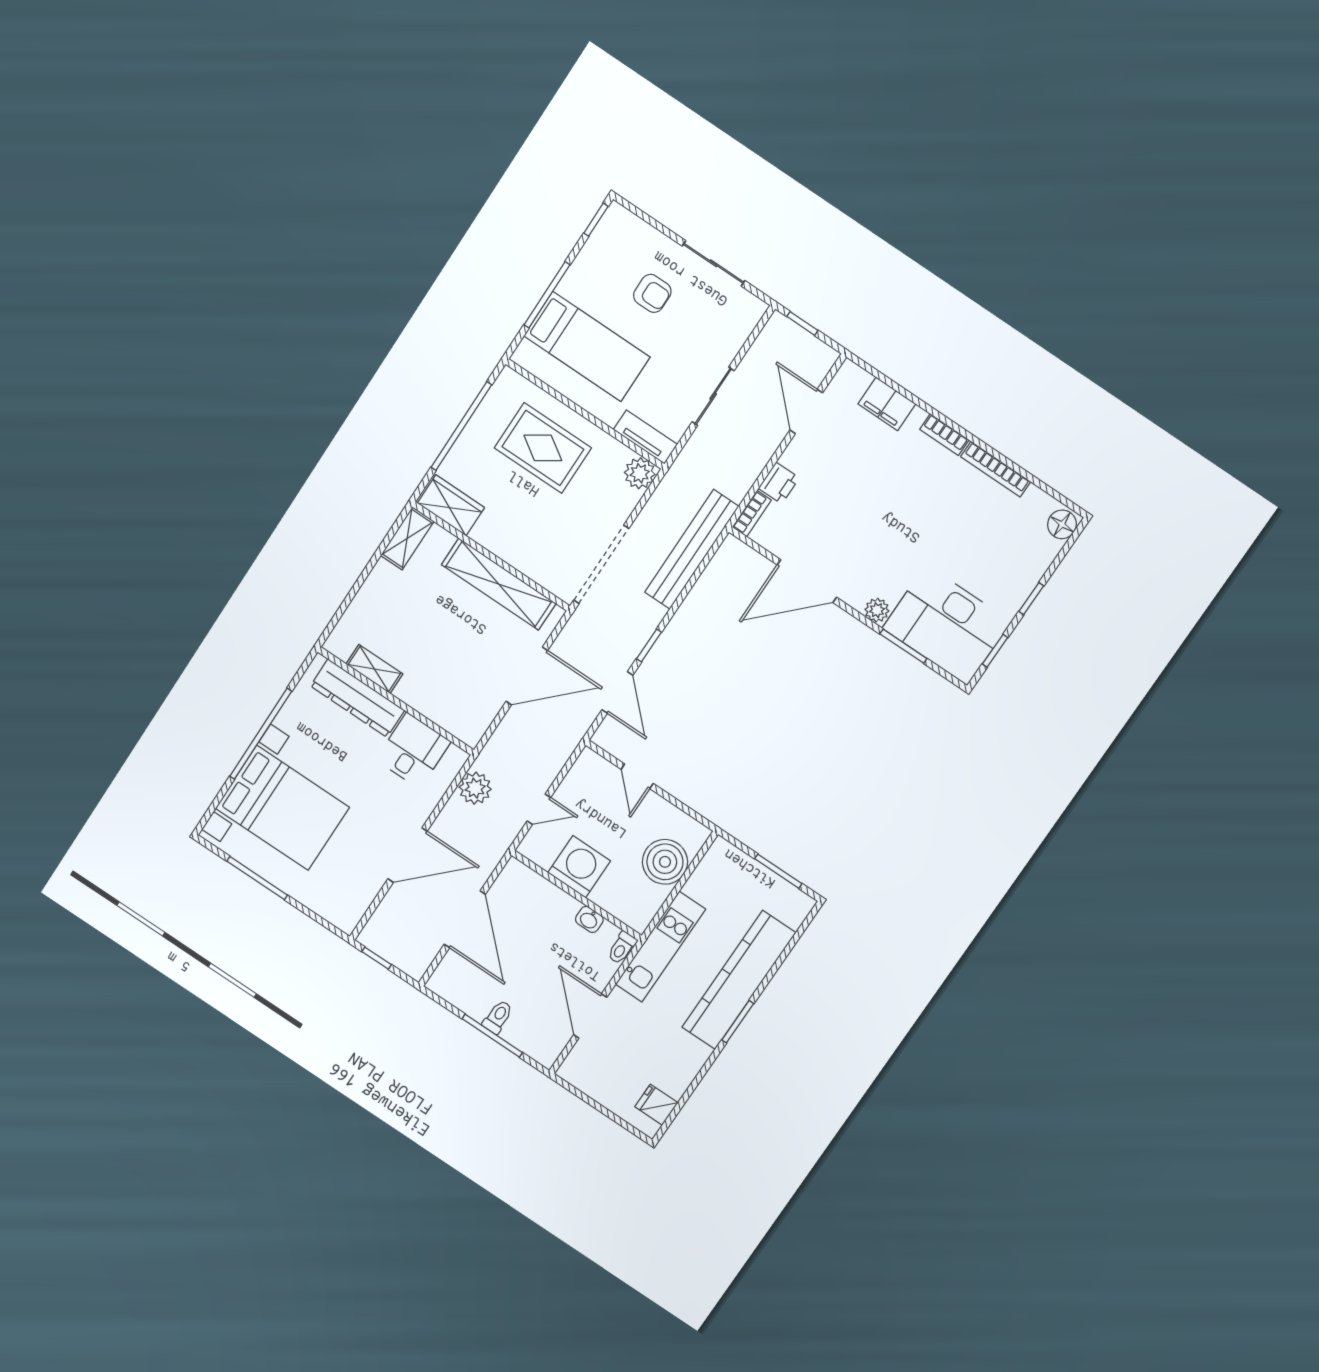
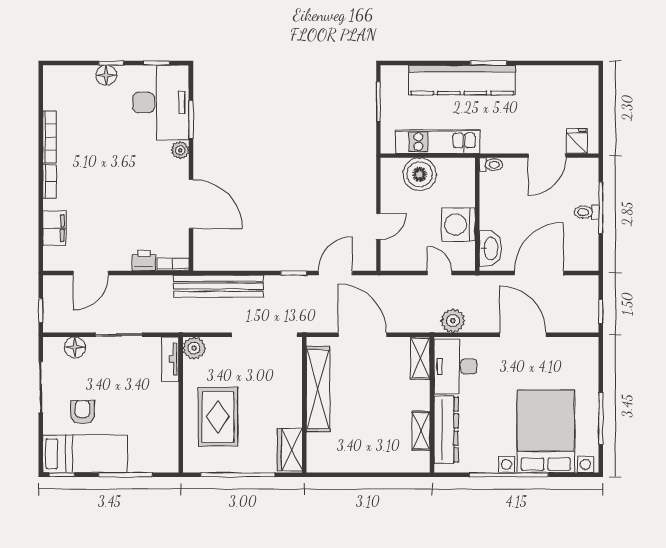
floor lamp: (733, 335) -> (75, 347), added
bed: (587, 346) -> (85, 454), moved, turned 90
floor lamp: (1062, 524) -> (106, 75), moved
shelving: (407, 538) -> (420, 358), moved, turned 90
desk: (413, 751) -> (455, 367), width x1.37
washbasin: (589, 919) -> (490, 248), moved, width x1.91, depth x1.45
kitchen unit: (660, 947) -> (438, 142), moved
fridge: (656, 1105) -> (577, 141), moved, turned 180

